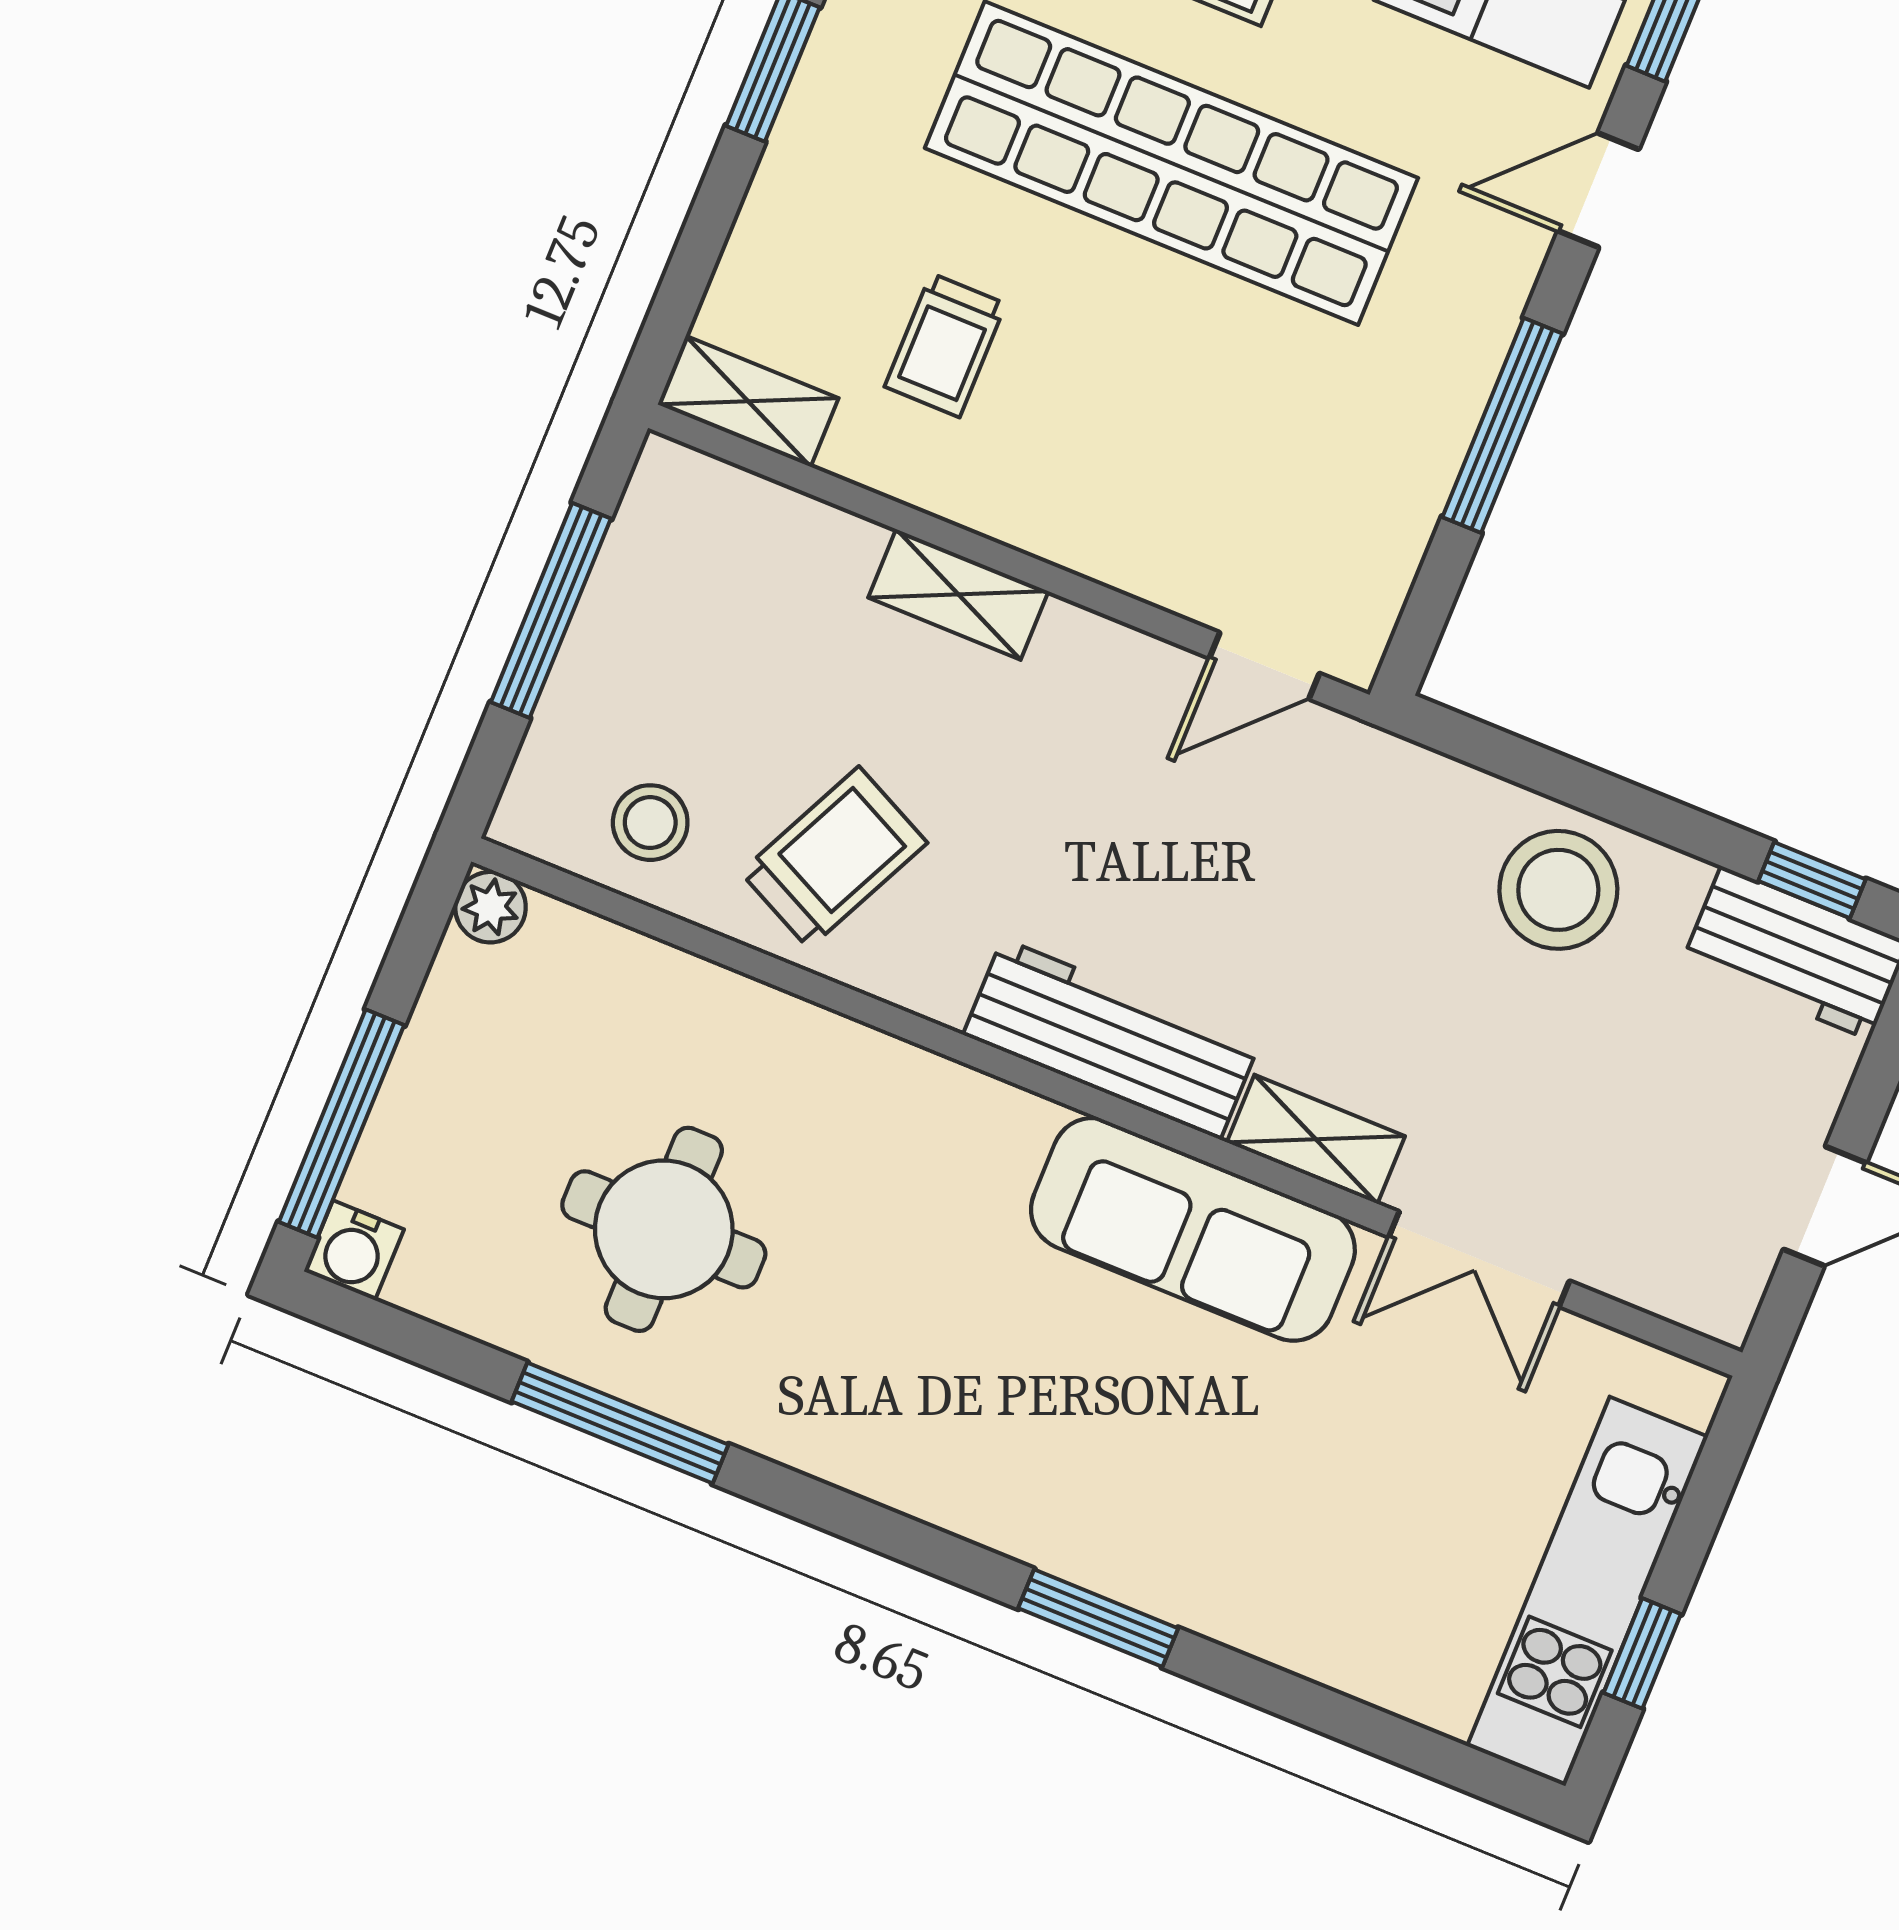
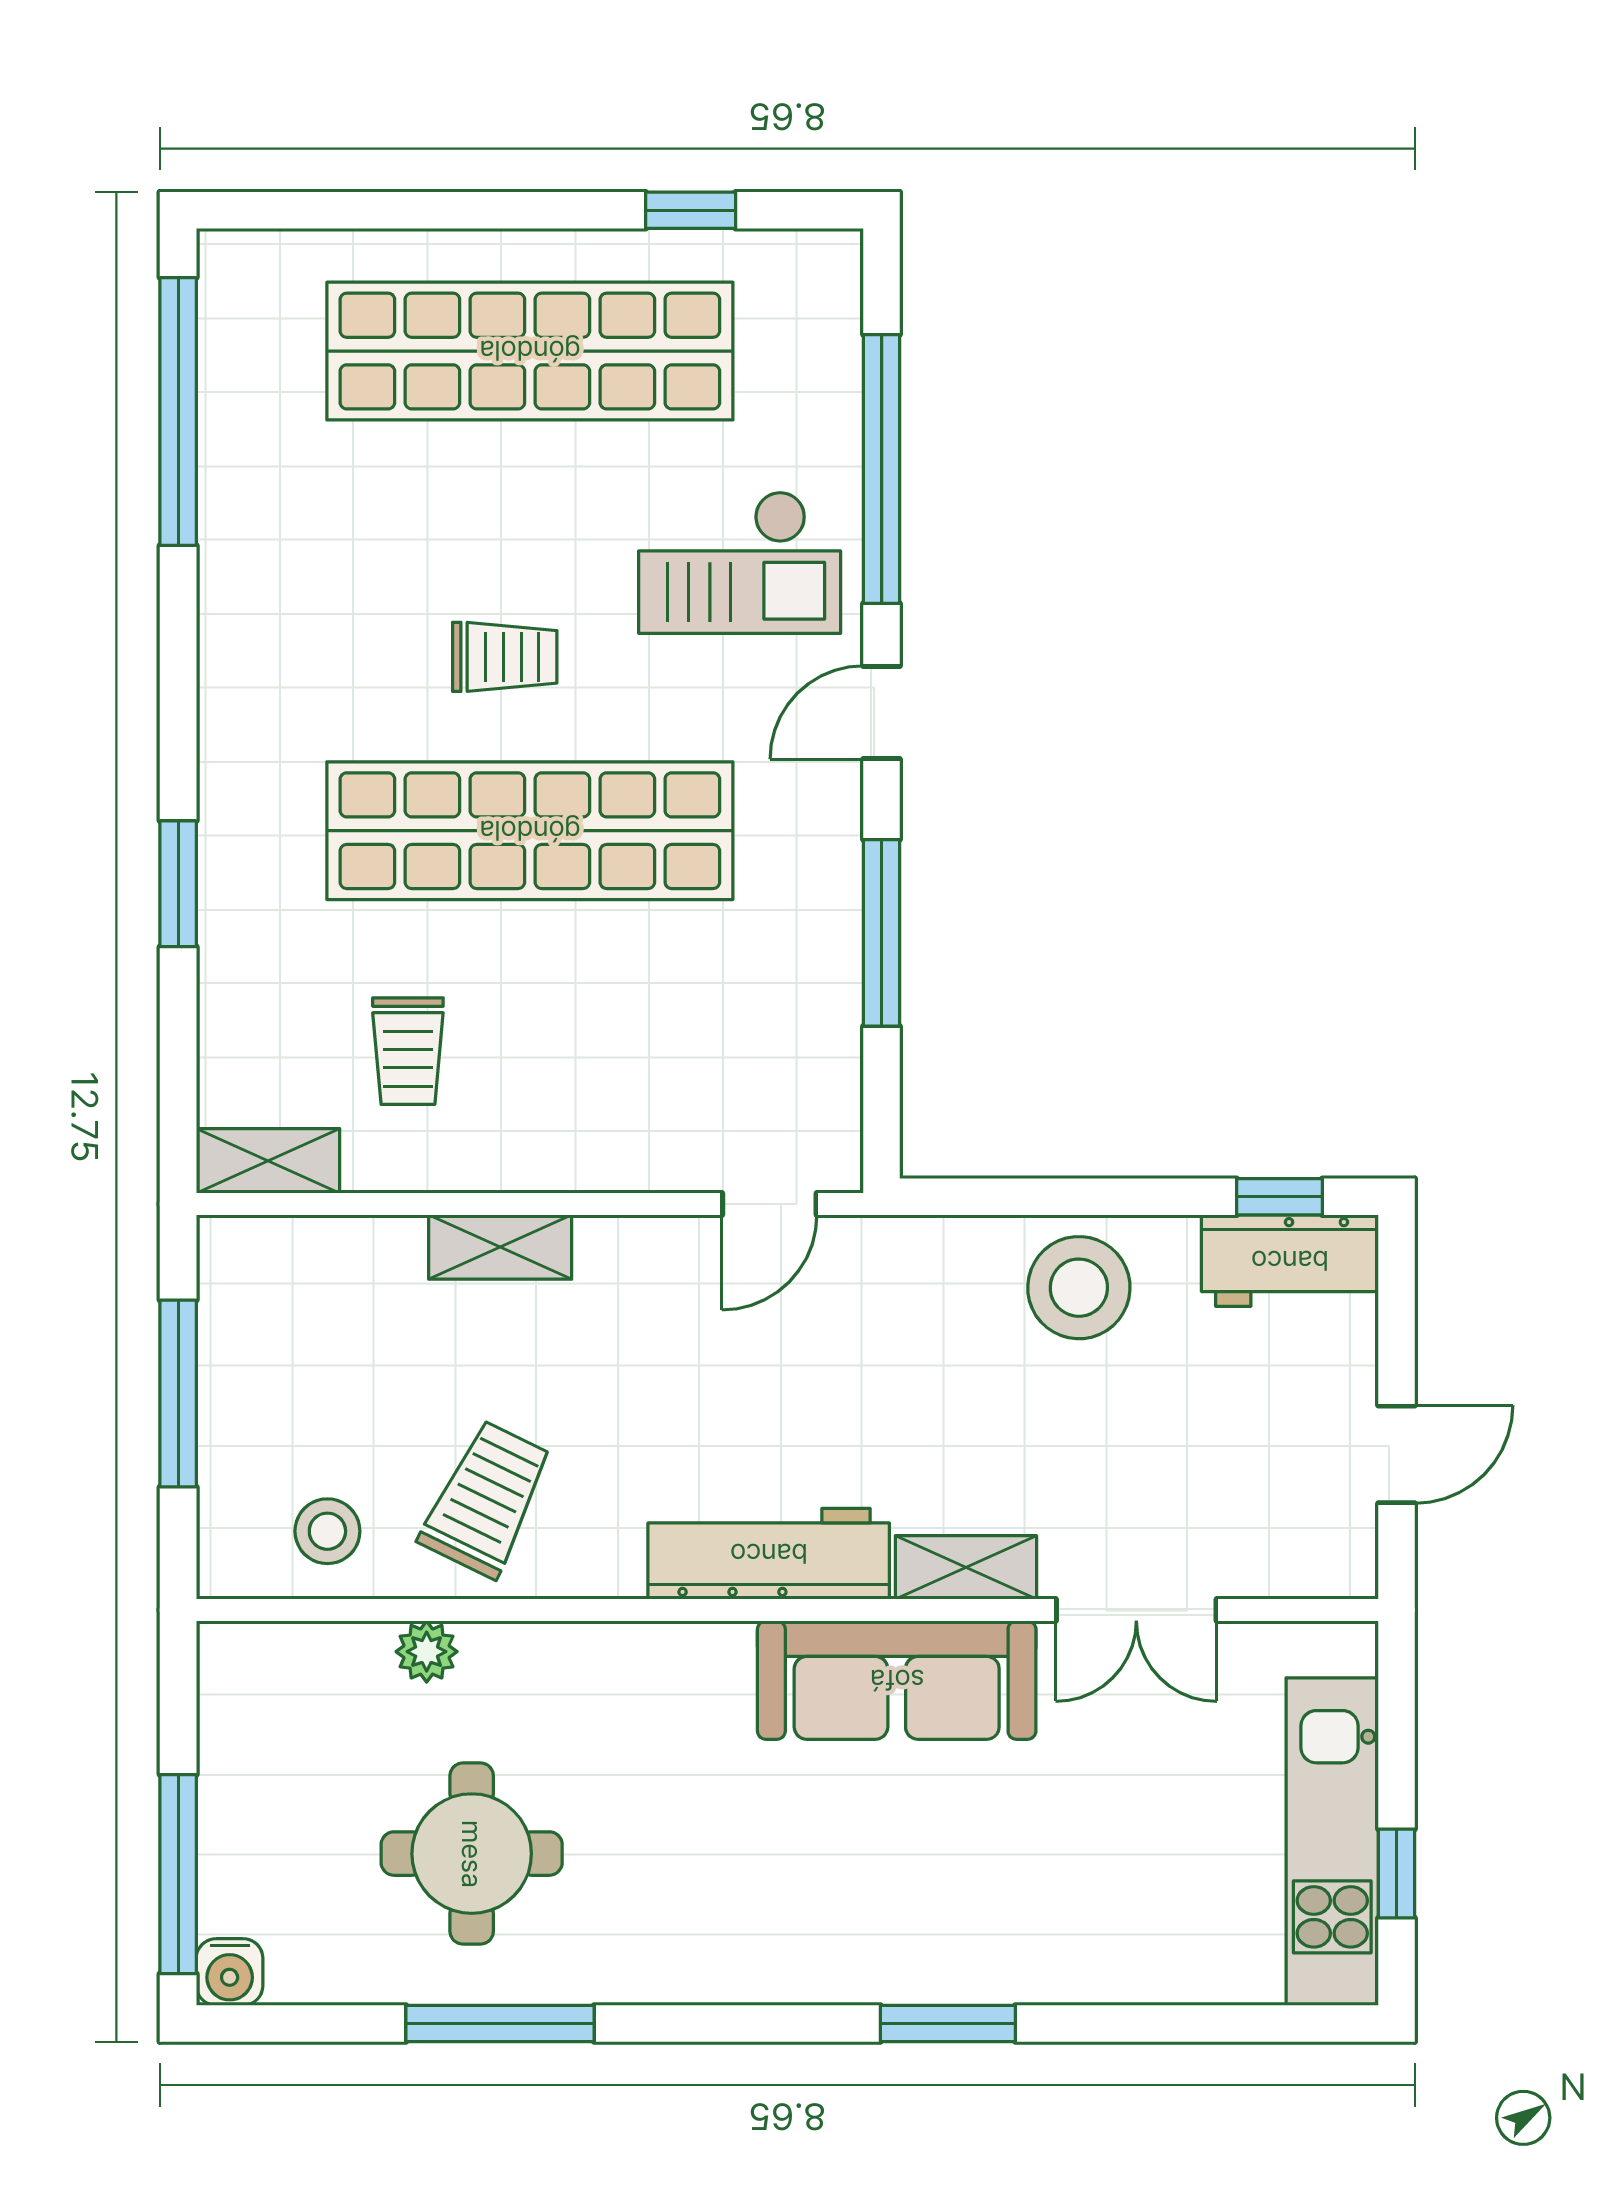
plant: (490, 907) -> (427, 1652), moved

